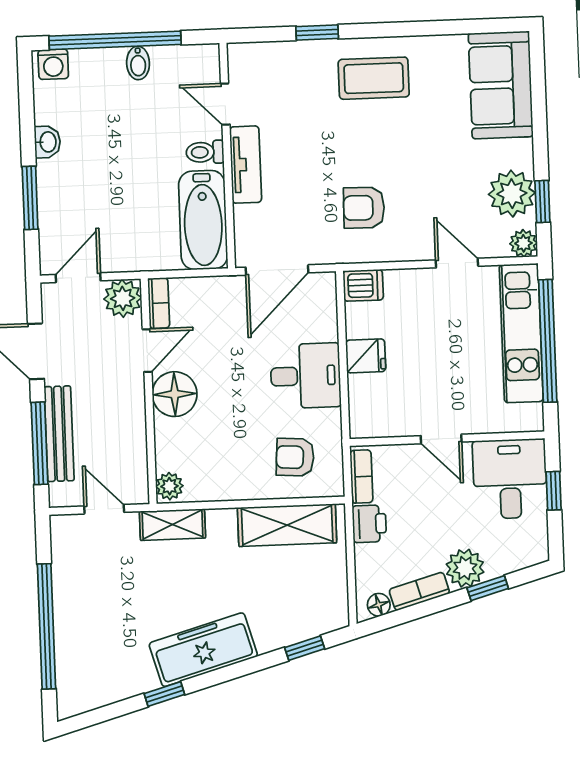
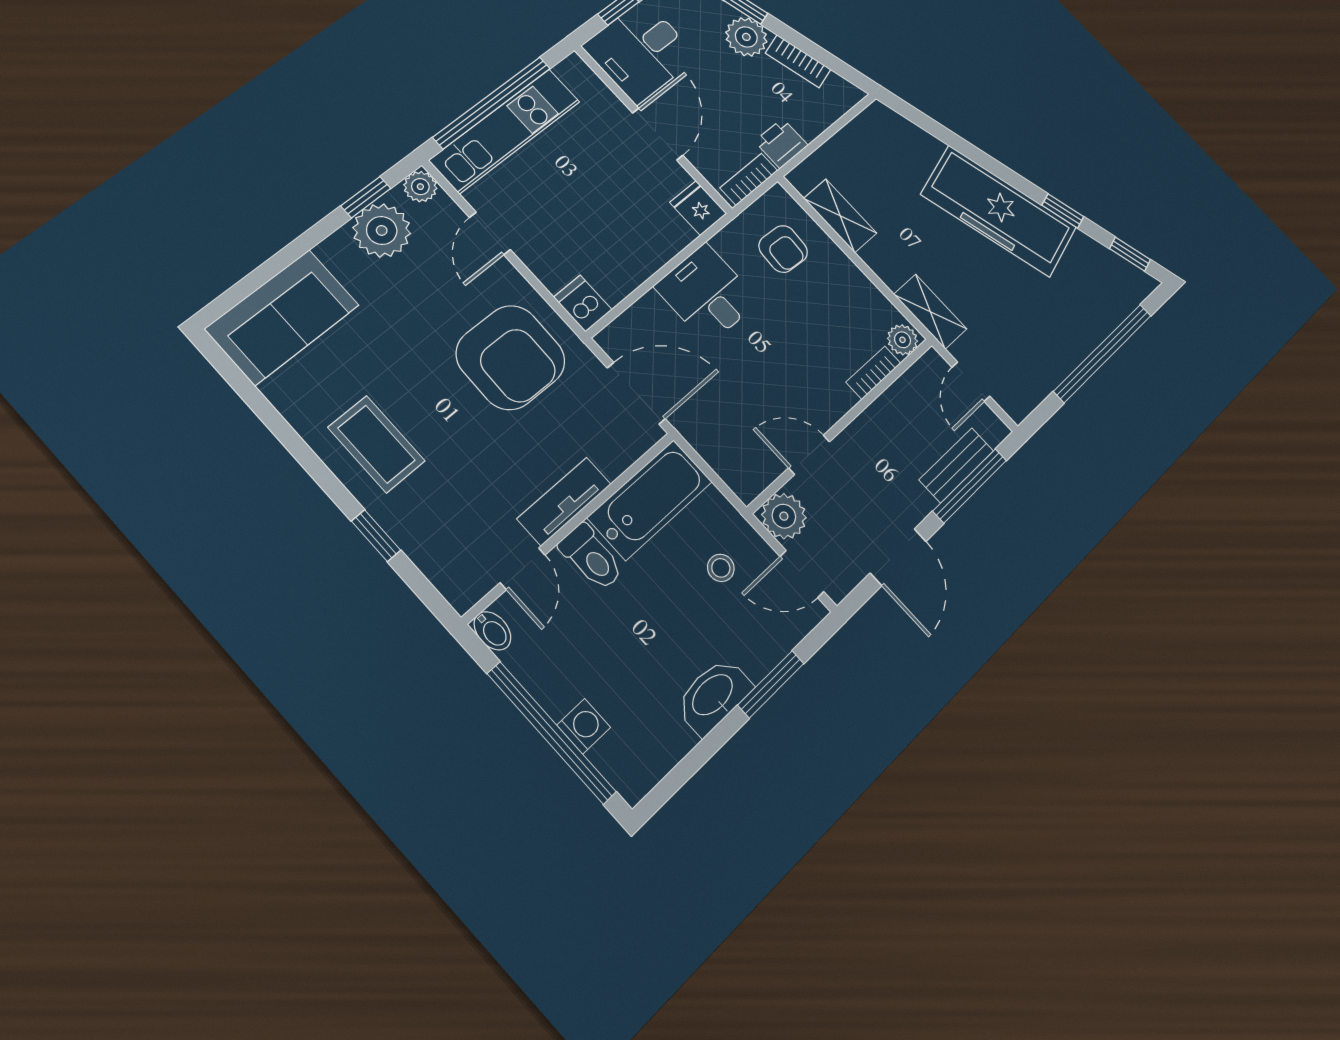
bidet: (138, 63) -> (492, 631), moved, turned 90
washing machine: (53, 64) -> (584, 726), moved
washbasin: (47, 142) -> (713, 696), width x1.91, depth x1.45
toilet: (205, 152) -> (591, 557), width x1.37, depth x1.39
armchair: (364, 208) -> (511, 357), width x1.88, depth x1.88
stool: (125, 228) -> (721, 568), added
bookcase: (159, 303) -> (873, 373), moved
fridge: (366, 356) -> (698, 208), moved
floor lamp: (175, 394) -> (824, 399), removed
bench: (59, 434) -> (956, 465), width x0.73
door: (441, 439) -> (658, 134), width x1.38
shelving: (287, 525) -> (840, 216), width x0.67, depth x0.75
floor lamp: (379, 605) -> (838, 87), removed
window: (305, 648) -> (1130, 254), moved
freezer: (203, 650) -> (999, 211), width x1.36, depth x1.26

